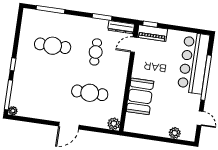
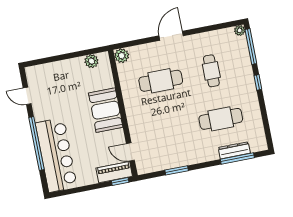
dresser: (121, 27) -> (234, 150), moved
door: (134, 45) -> (130, 152), swing flipped
cafe table: (96, 52) -> (211, 71), moved
booth: (140, 96) -> (106, 110), moved
plant: (175, 133) -> (91, 61), moved

